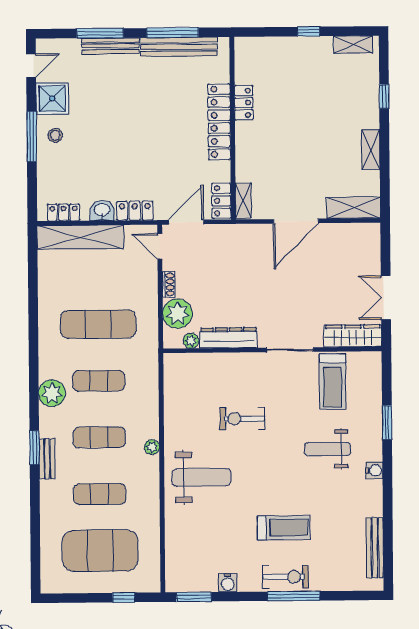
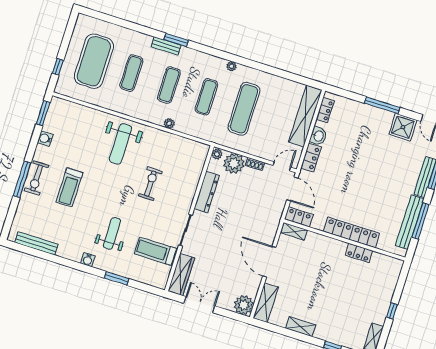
stool: (55, 135) -> (378, 121), removed
plant: (367, 237) -> (244, 305), added
plant: (191, 341) -> (217, 154), moved
plant: (52, 393) -> (232, 66), moved, width x0.53, depth x0.53
plant: (152, 447) -> (169, 123), moved

